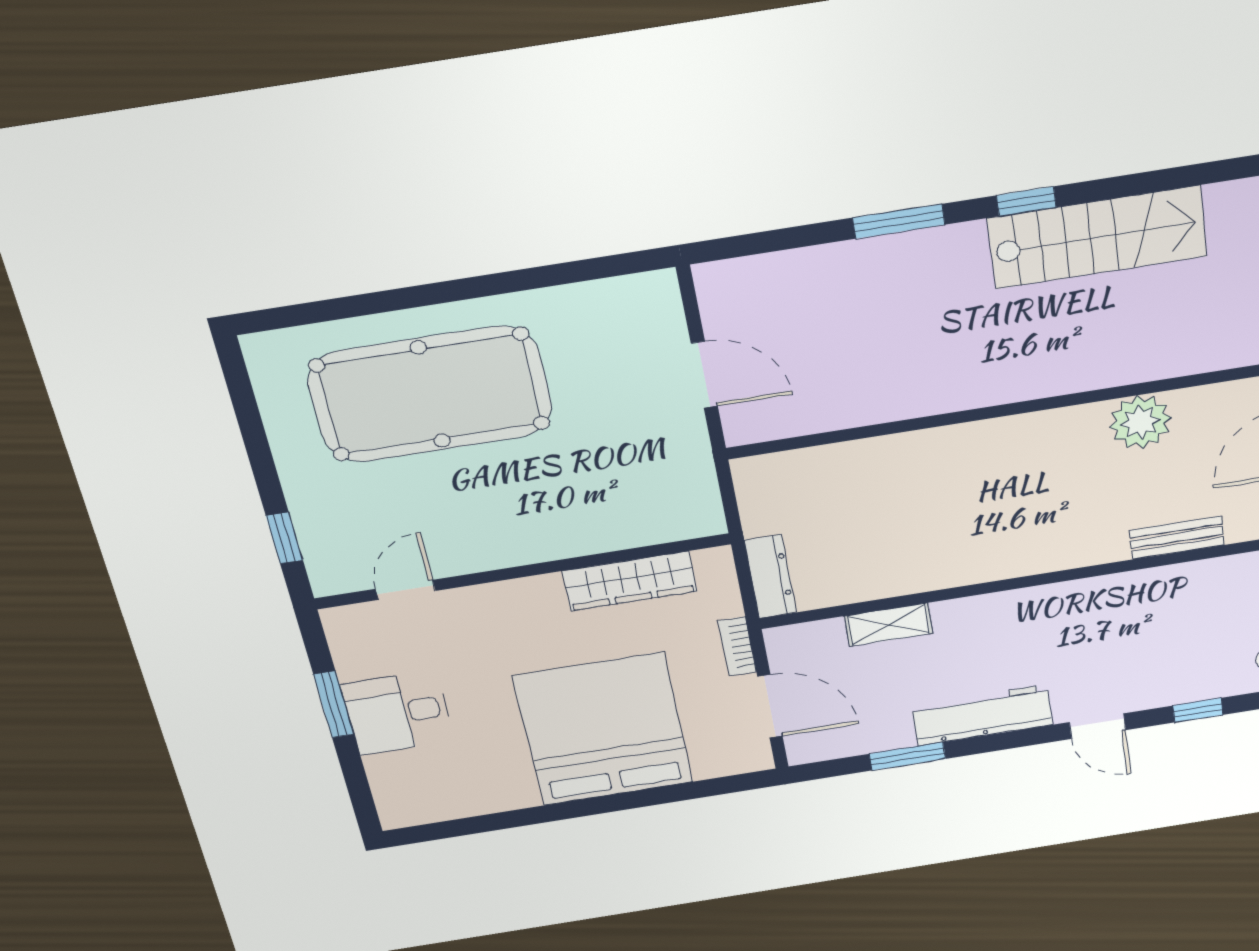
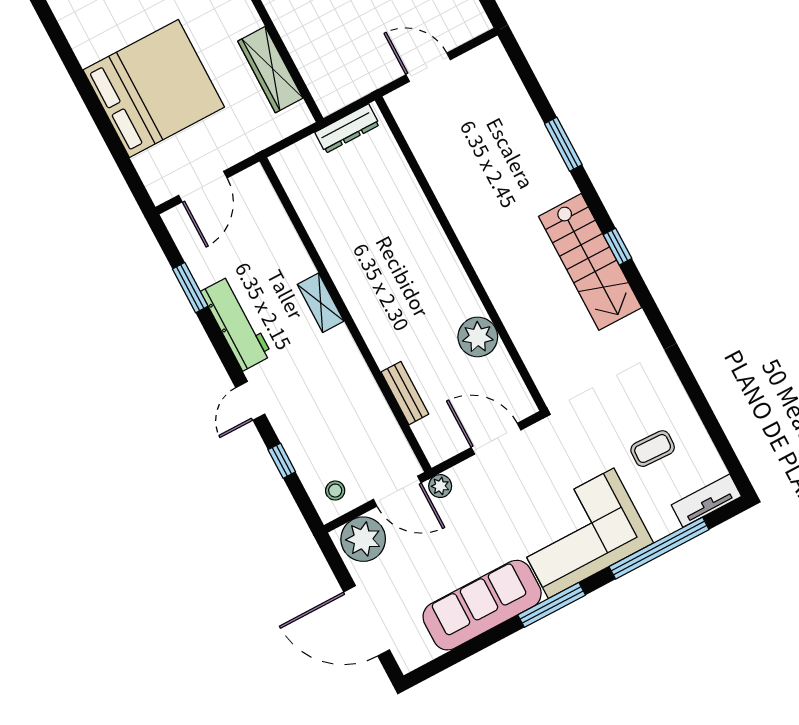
window: (1026, 201) -> (618, 247), moved
door: (704, 375) -> (428, 67), swing flipped
dresser: (770, 577) -> (347, 129), moved
shelving: (889, 625) -> (321, 303), moved
bookcase: (737, 646) -> (242, 151), removed

